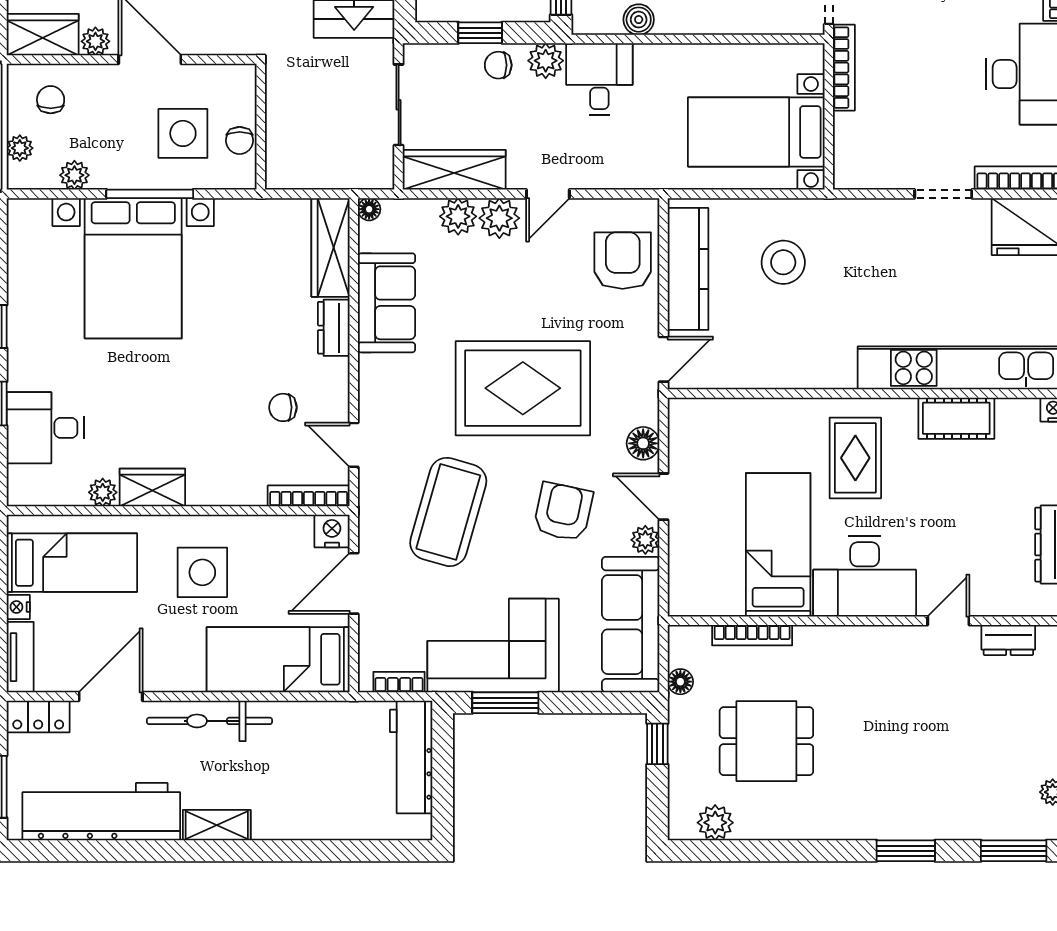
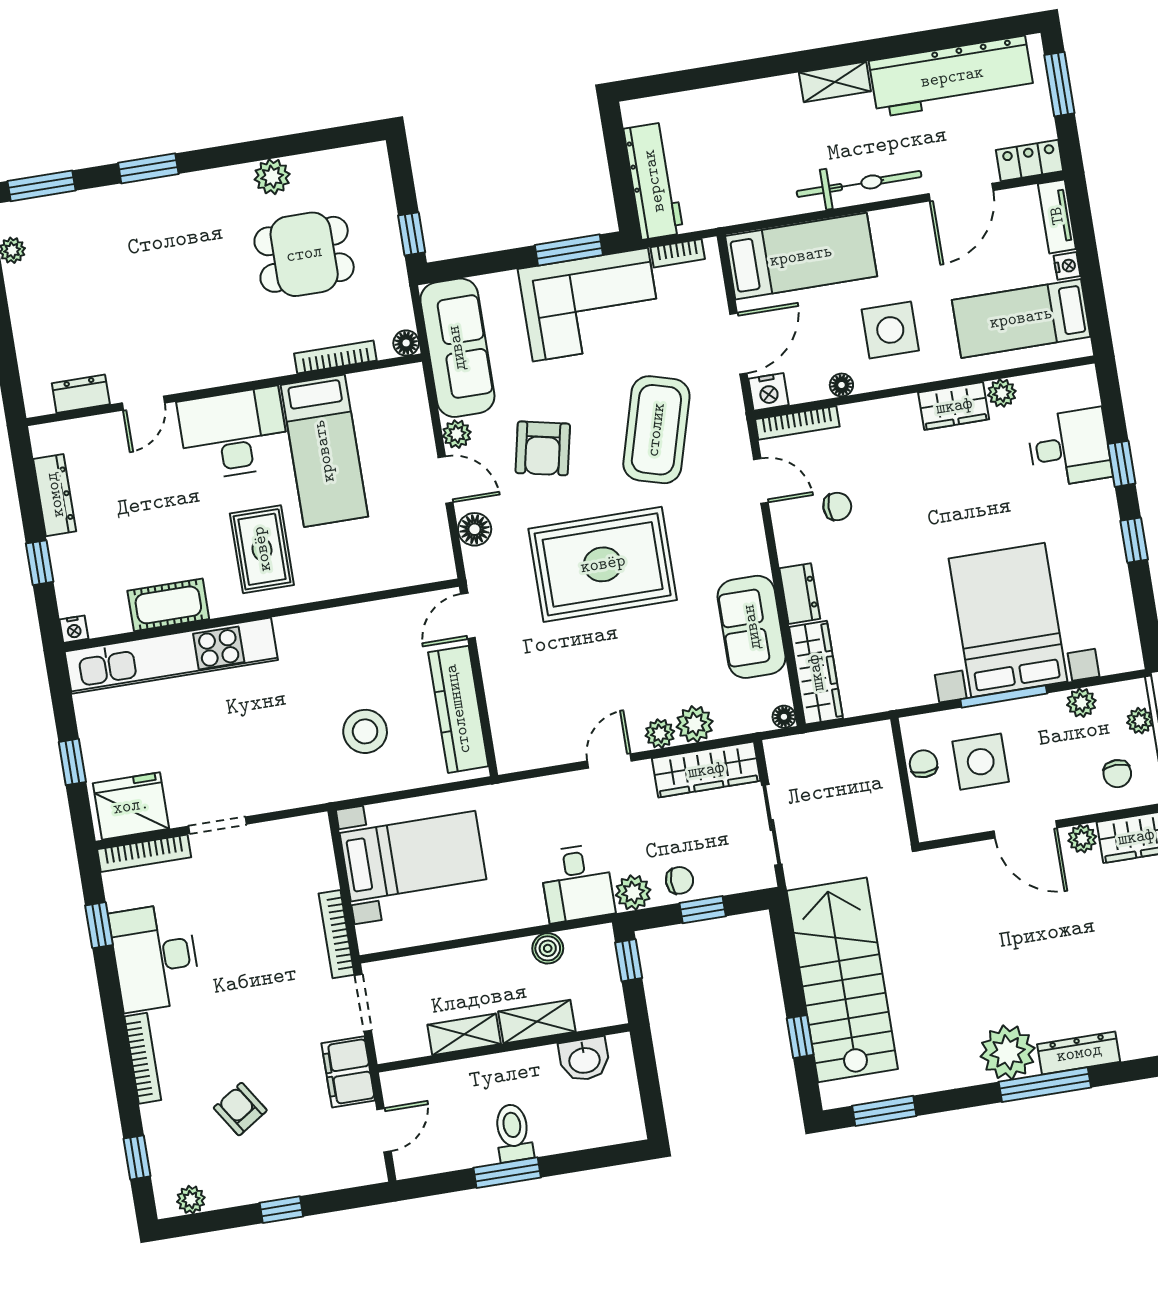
plant: (499, 218) -> (660, 734), width x0.73, depth x0.73
armchair: (623, 261) -> (524, 707), removed
floor lamp: (259, 526) -> (841, 385), added
floor lamp: (680, 682) -> (406, 343), moved
plant: (715, 823) -> (272, 177), moved

